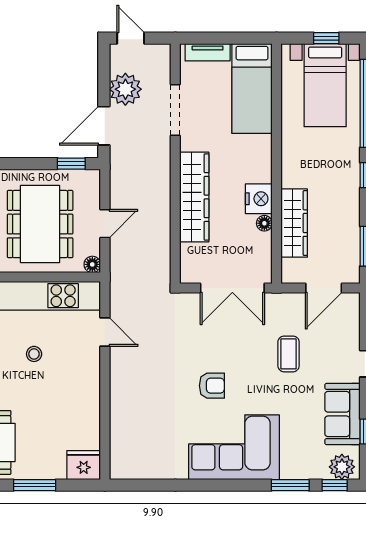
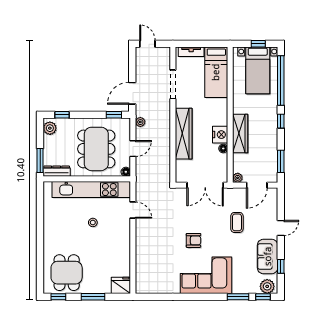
plant: (125, 89) -> (140, 122), moved, width x0.53, depth x0.53
wardrobe: (294, 223) -> (240, 134), moved
plant: (290, 275) -> (238, 178), added

